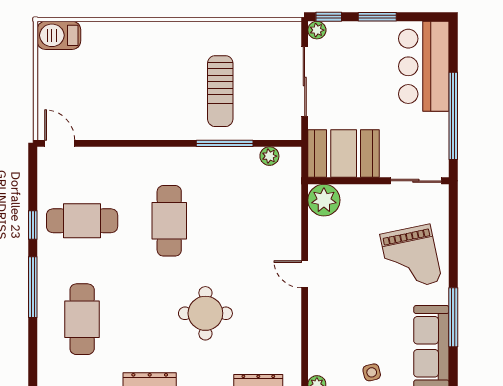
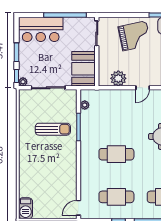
plant: (324, 200) -> (118, 78), moved
cafe table: (82, 221) -> (116, 197), turned 90

